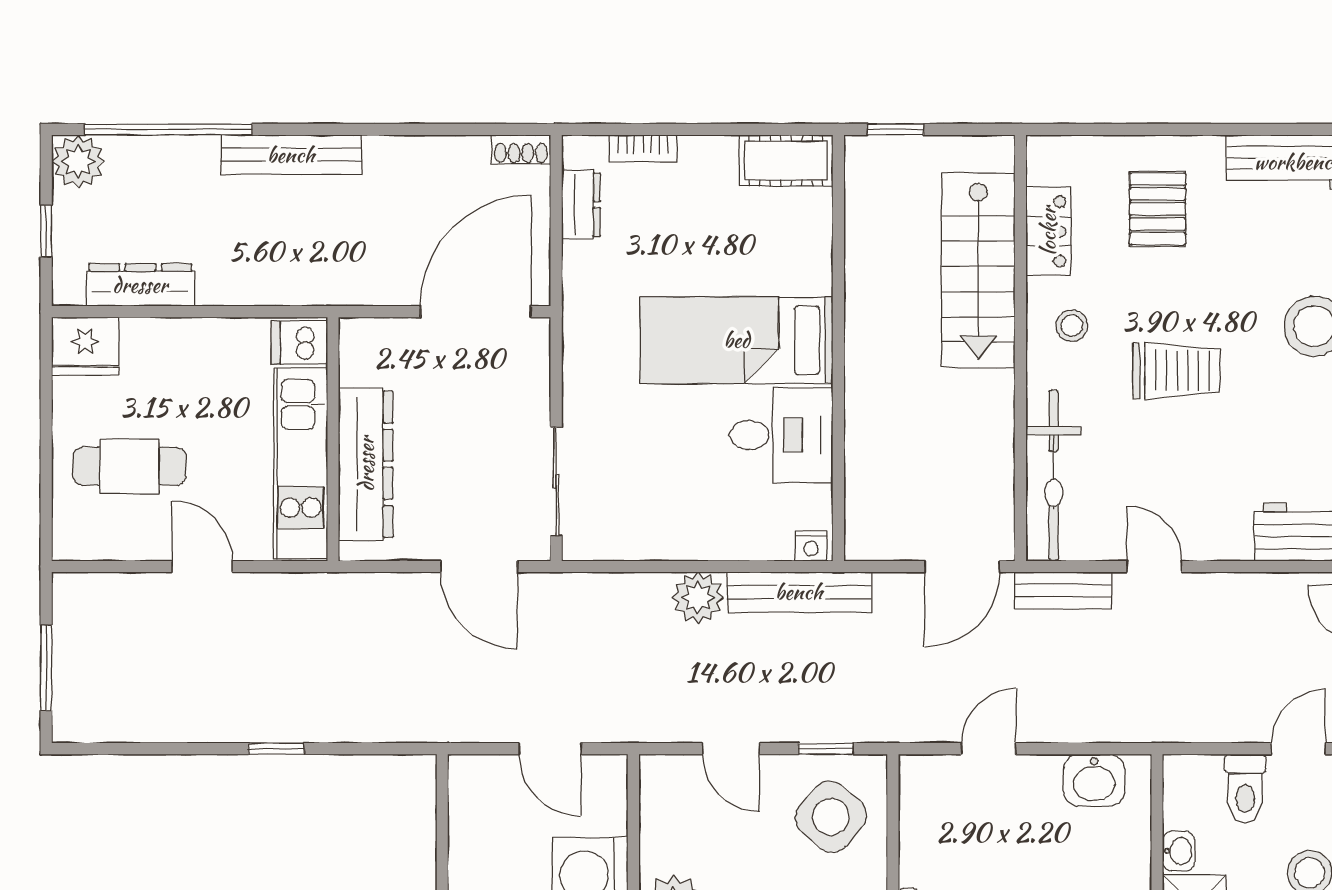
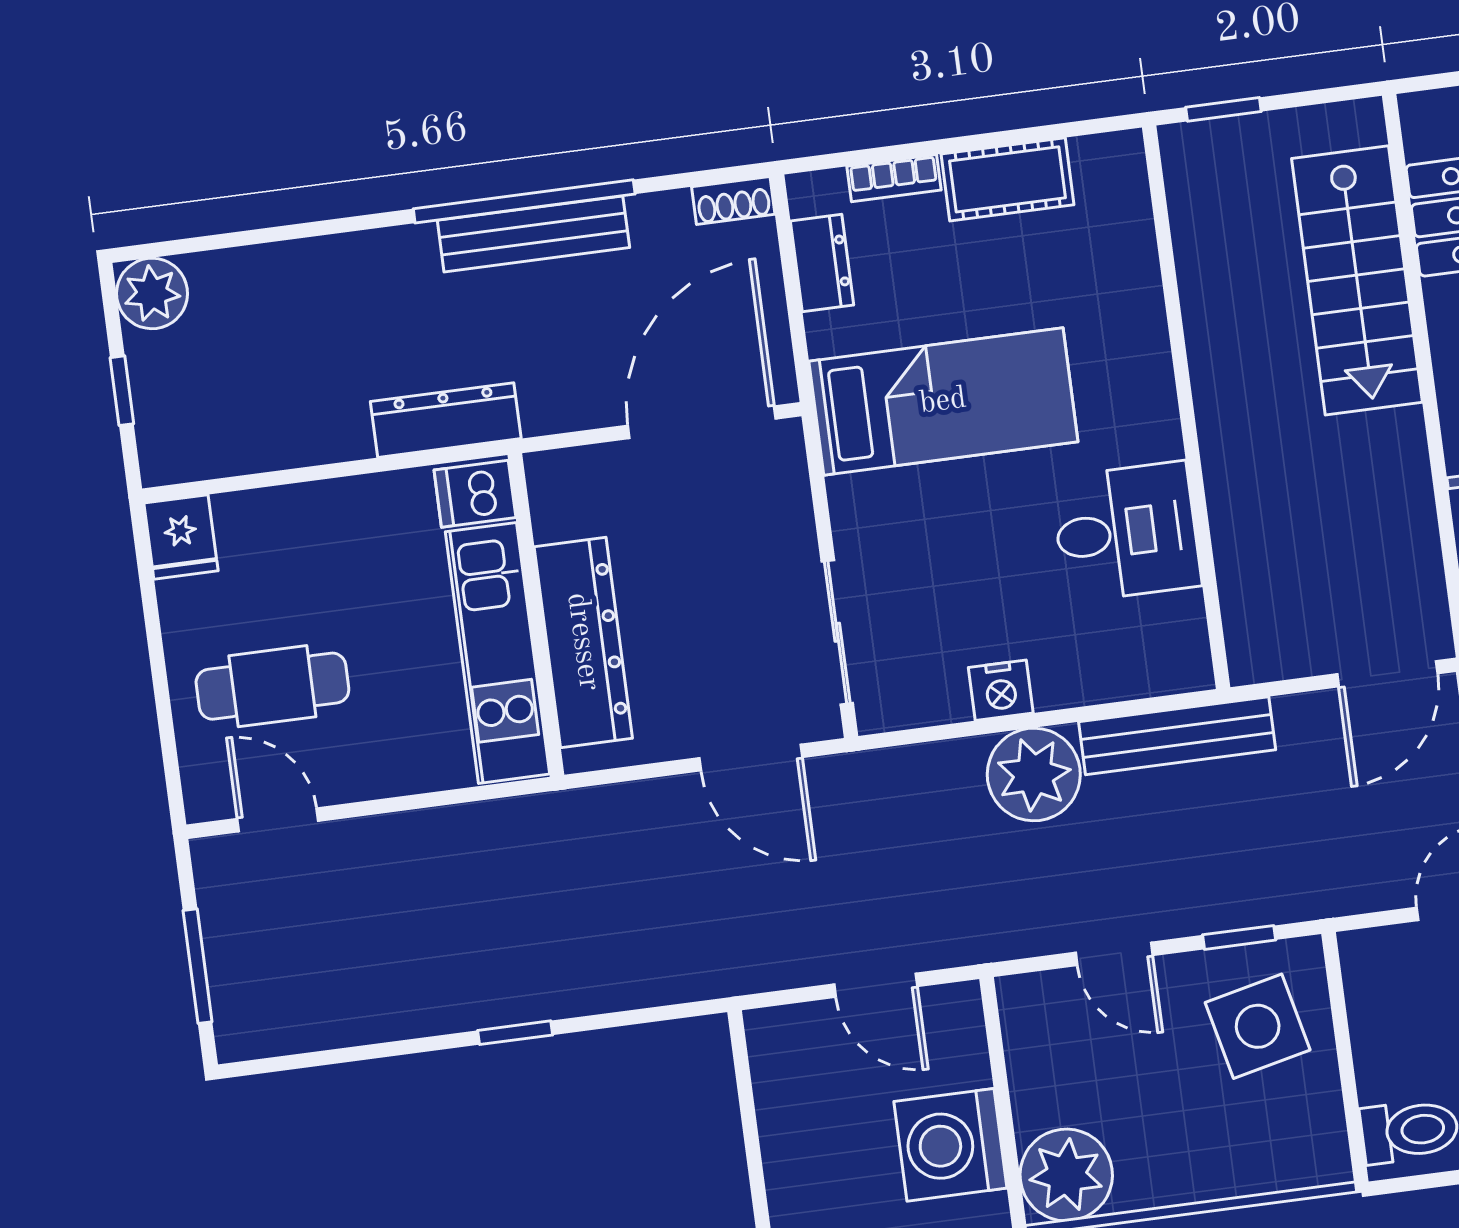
window: (168, 129) -> (524, 201), moved
bench: (291, 155) -> (533, 234), moved
cot: (786, 160) -> (1007, 179), moved
dresser: (140, 285) -> (446, 420), moved
bed: (737, 340) -> (943, 401), moved, turned 180
fridge: (85, 346) -> (181, 537), width x0.72
nightstand: (811, 546) -> (1001, 690), moved, width x1.39, depth x1.35
door: (202, 567) -> (278, 820), moved
plant: (698, 598) -> (1034, 774), width x1.36, depth x1.36
side table: (831, 817) -> (1258, 1026), turned 37

